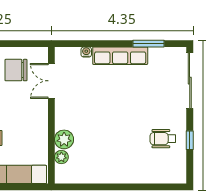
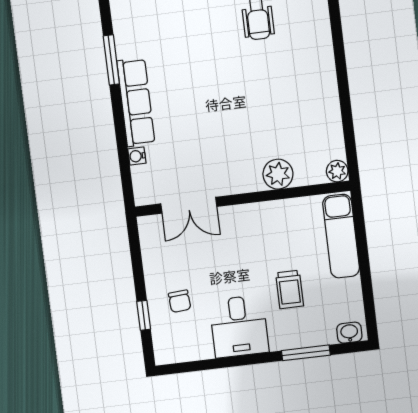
chair: (16, 70) -> (179, 262), removed
plant: (61, 157) -> (337, 171), moved

